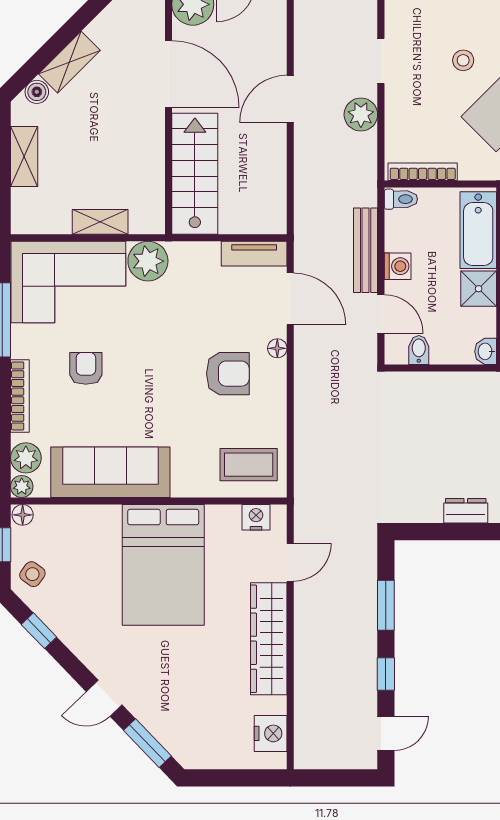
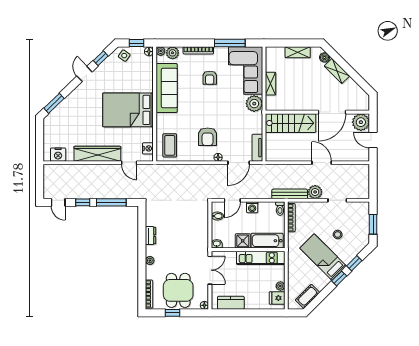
bench: (366, 250) -> (290, 194), moved
armchair: (86, 368) -> (210, 78), turned 90
window: (386, 605) -> (111, 202), width x1.44
door: (104, 698) -> (84, 74), moved

